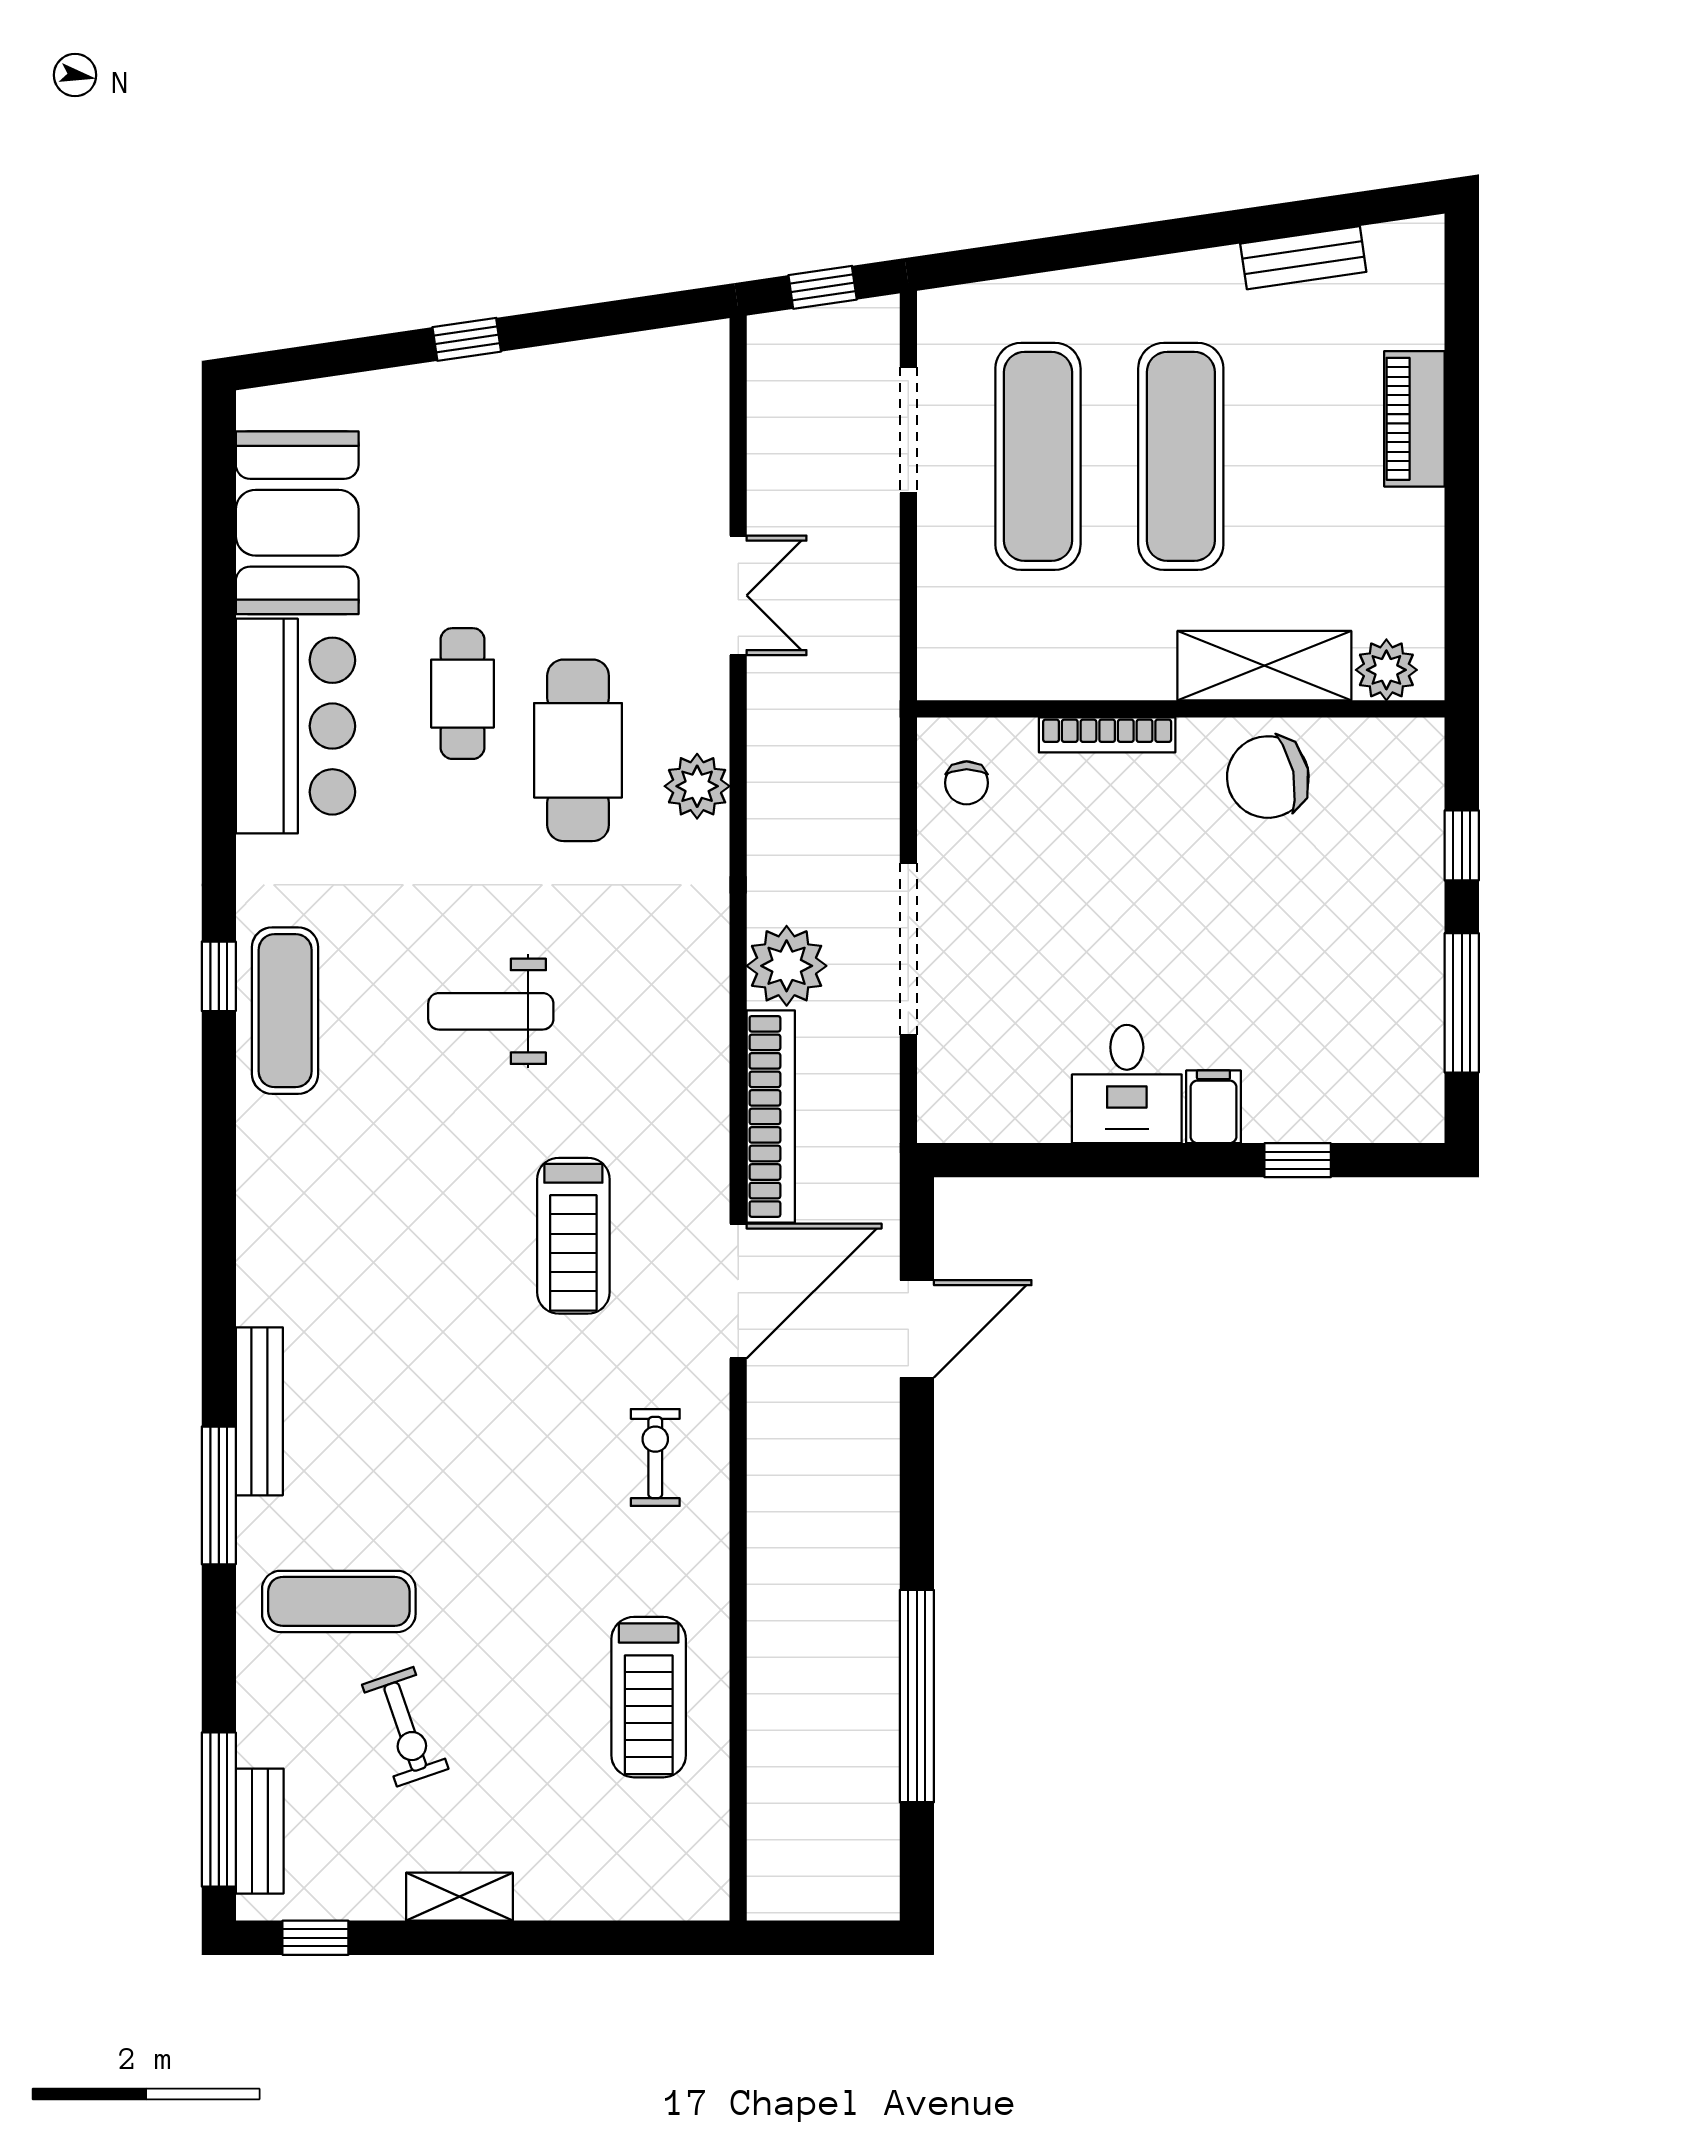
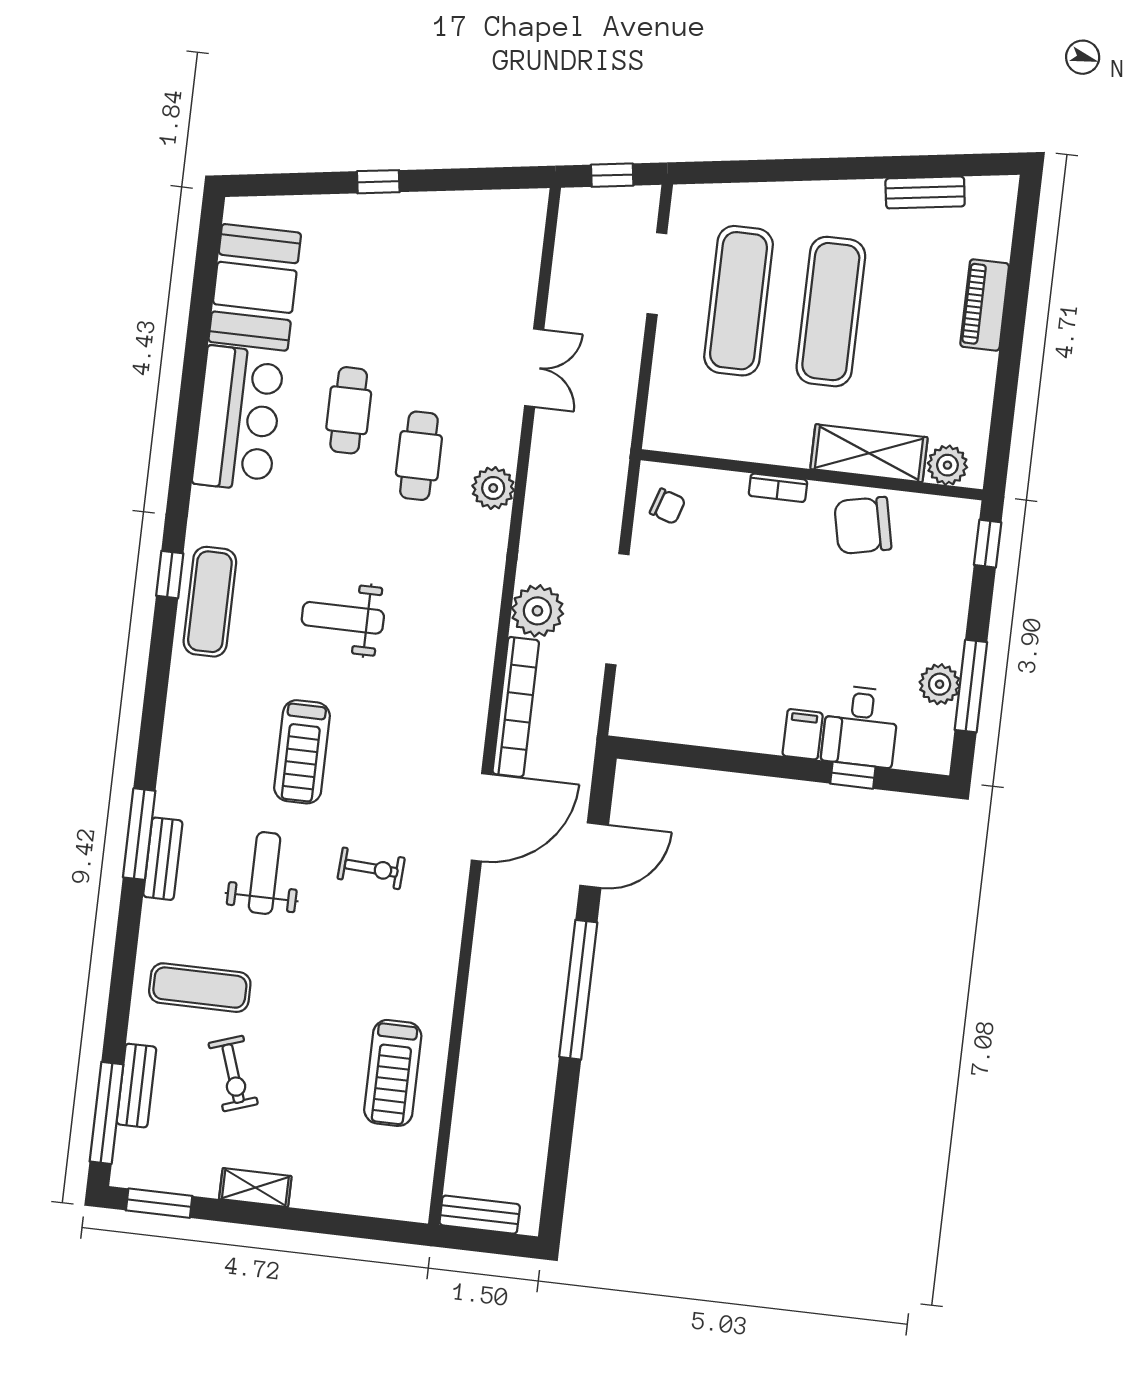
bookcase: (1107, 735) -> (778, 488), width x0.64
cafe table: (578, 750) -> (419, 456), width x0.73, depth x0.74
chair: (967, 783) -> (668, 506), turned -72
window: (1462, 845) -> (988, 544), moved
plant: (1414, 1006) -> (940, 684), added
desk: (1127, 1084) -> (860, 726), moved
treadmill: (573, 1236) -> (302, 752), moved
bench: (259, 1411) -> (163, 859), width x0.73
weight bench: (417, 1415) -> (265, 873), added
exercise bike: (655, 1457) -> (371, 868), moved, turned 93
window: (219, 1495) -> (139, 834), moved
window: (917, 1696) -> (578, 990), moved
bench: (260, 1831) -> (136, 1086), moved
bench: (807, 1898) -> (480, 1215), added
window: (315, 1938) -> (159, 1203), width x1.50

